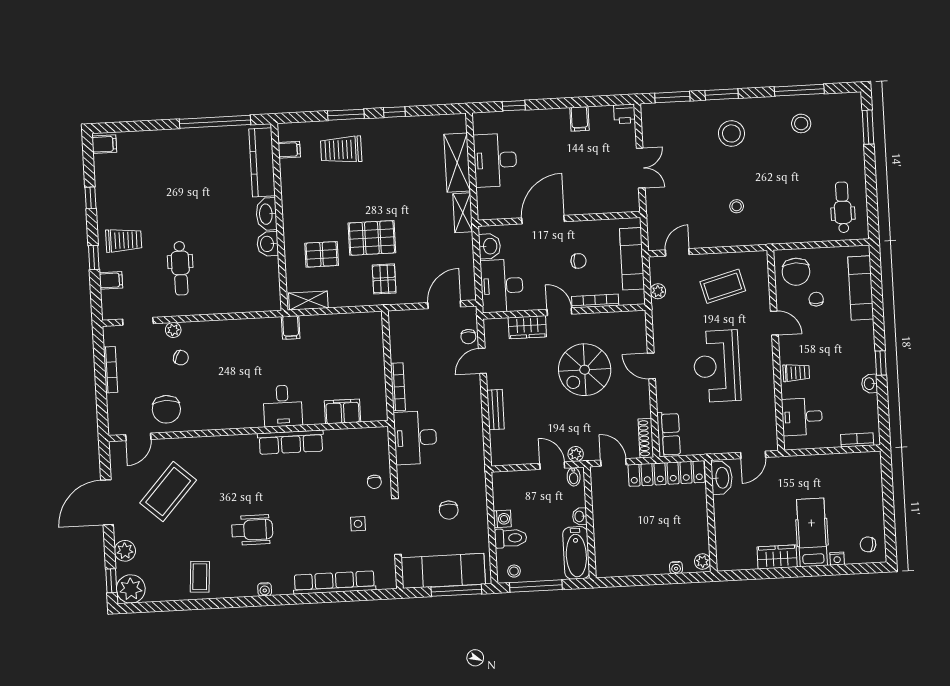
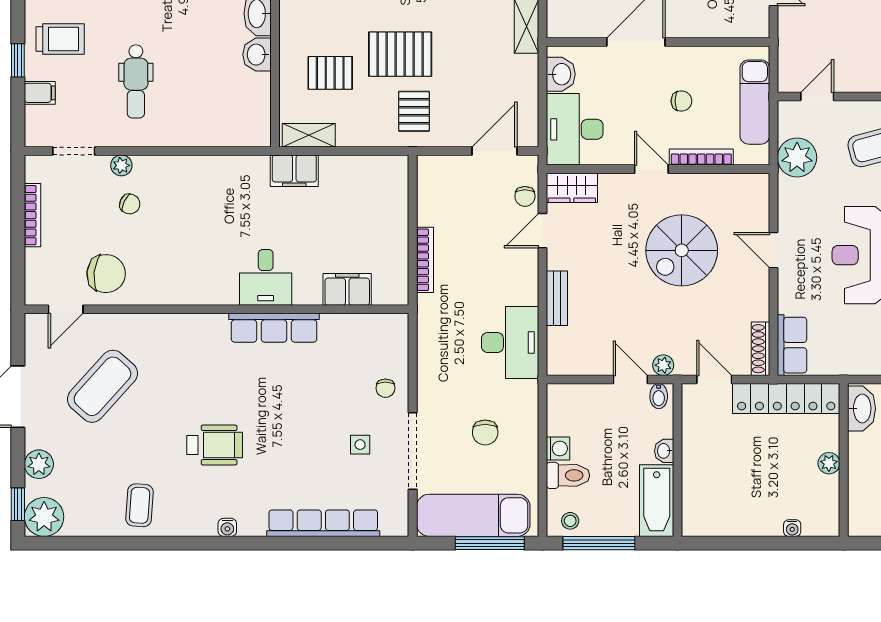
plant: (658, 291) -> (797, 157), width x1.88, depth x1.88
filing cabinet: (291, 327) -> (294, 171), width x2.00
wardrobe: (527, 327) -> (572, 188), moved
chair: (166, 409) -> (106, 274), turned -84
desk: (415, 438) -> (510, 343), moved, turned 180
plant: (703, 562) -> (829, 463), moved

